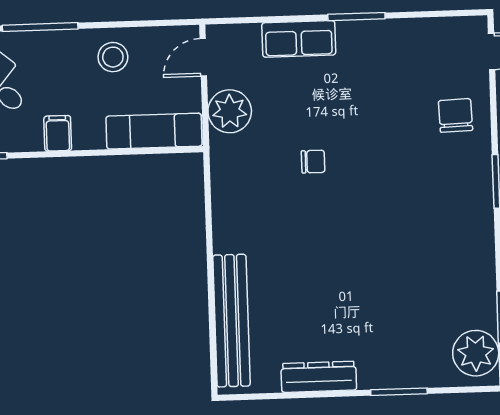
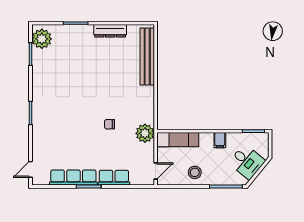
row of seats: (392, 36) -> (73, 177), added
plant: (230, 111) -> (145, 133), moved
chair: (455, 115) -> (47, 142), removed

